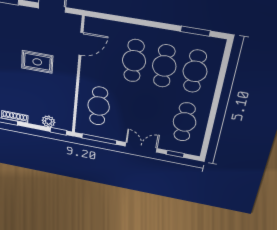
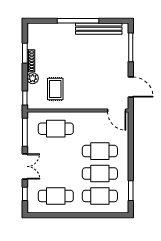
door: (81, 44) -> (117, 110), moved
rug: (37, 62) -> (55, 89), moved
plant: (48, 121) -> (33, 78), moved

